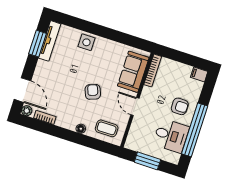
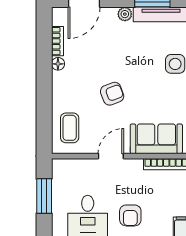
plant: (27, 111) -> (125, 14), moved
floor lamp: (81, 129) -> (58, 64), moved

